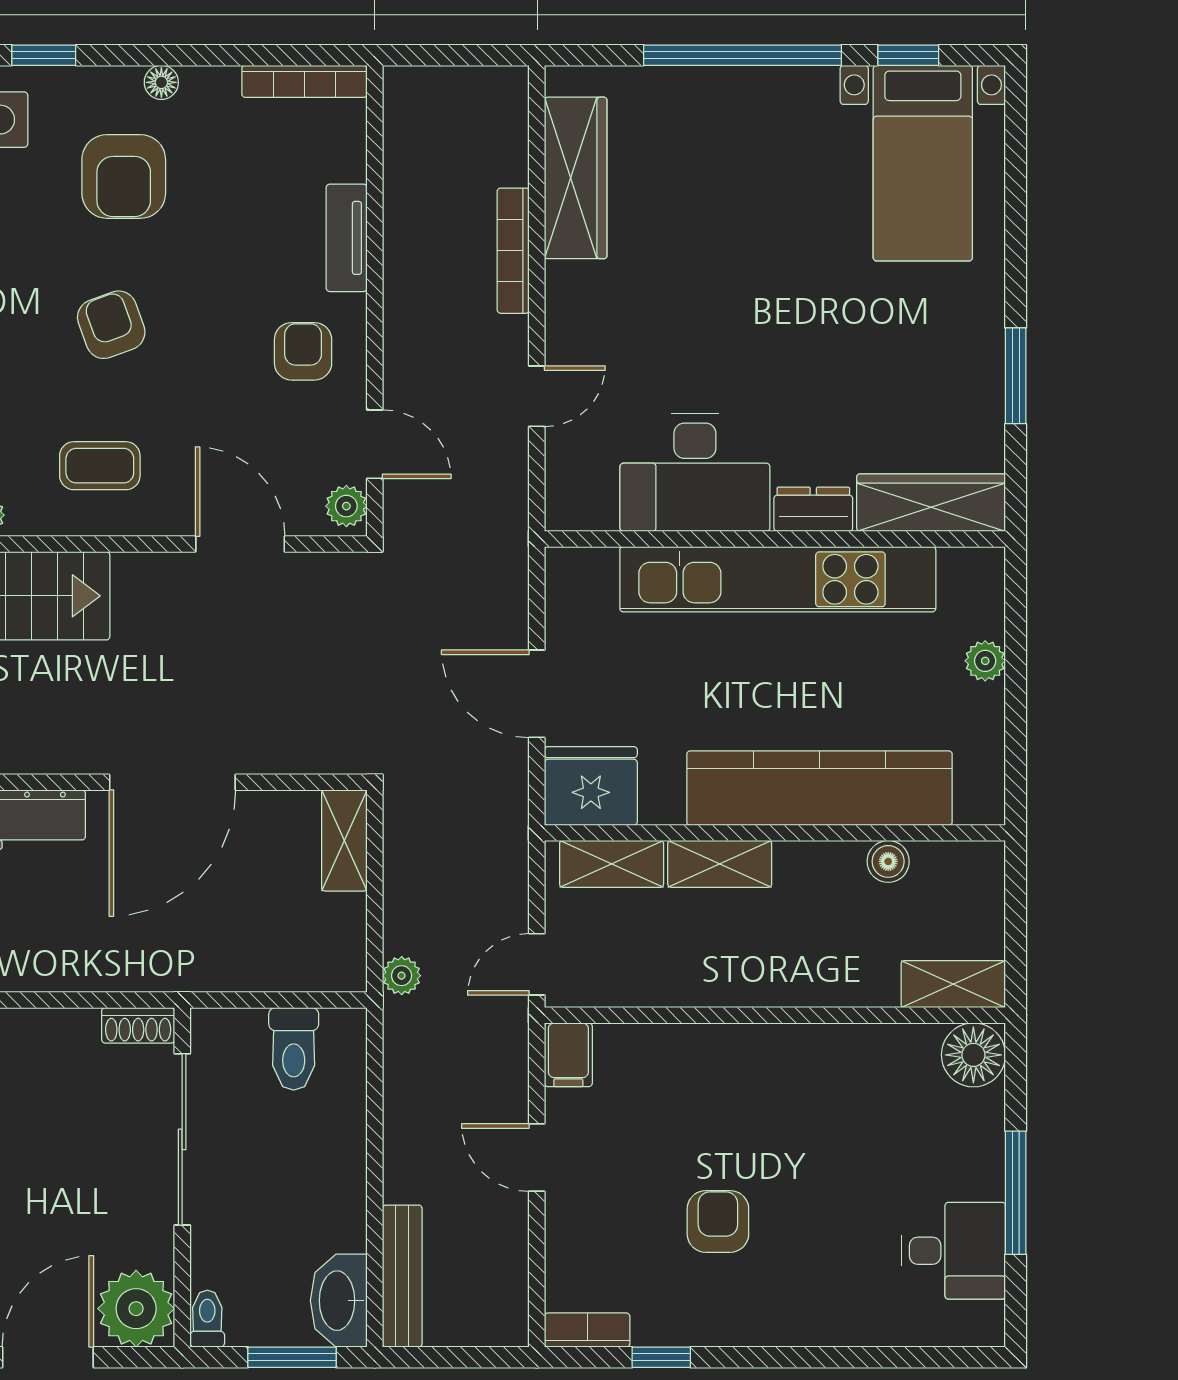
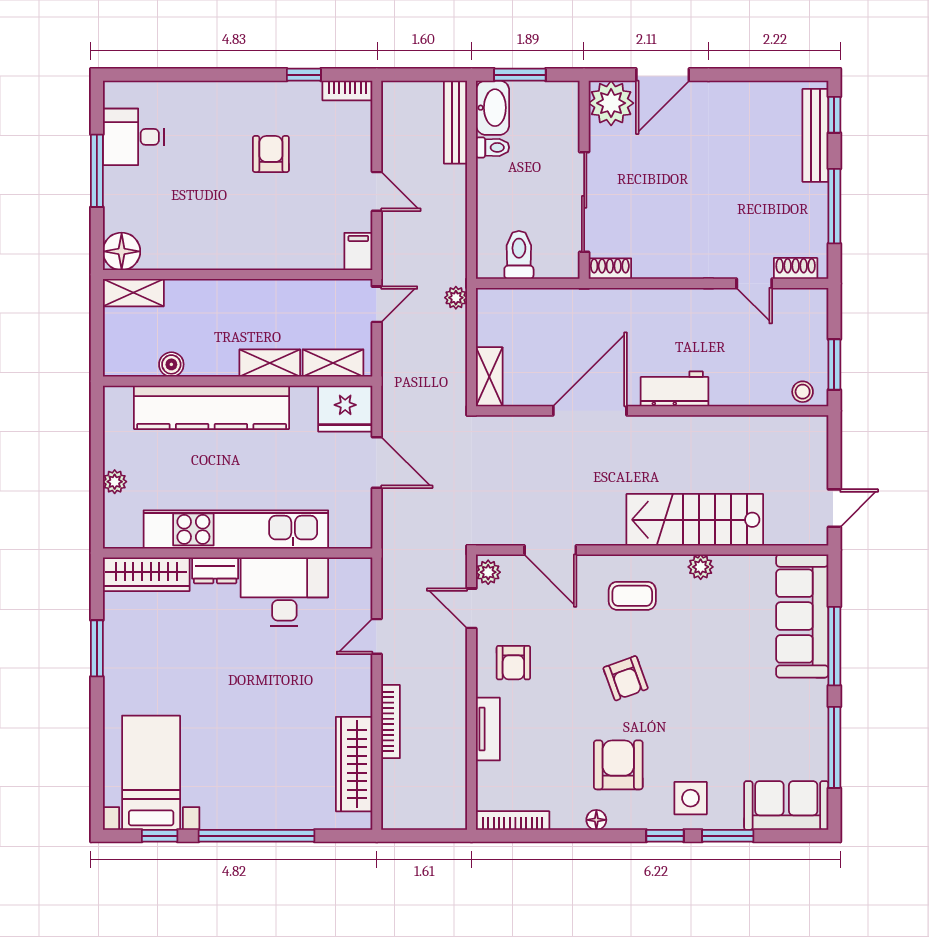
armchair: (718, 1221) -> (271, 154), turned 180
toilet: (207, 1319) -> (493, 147), moved, turned -90

